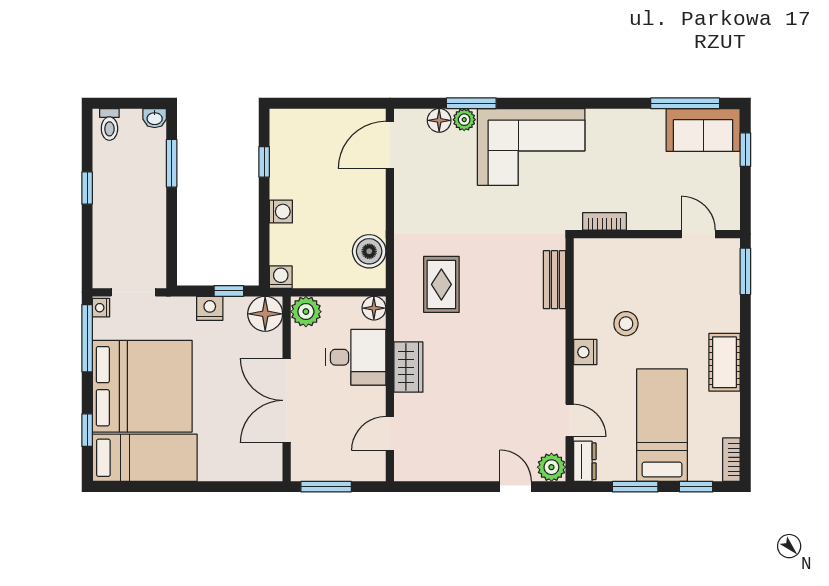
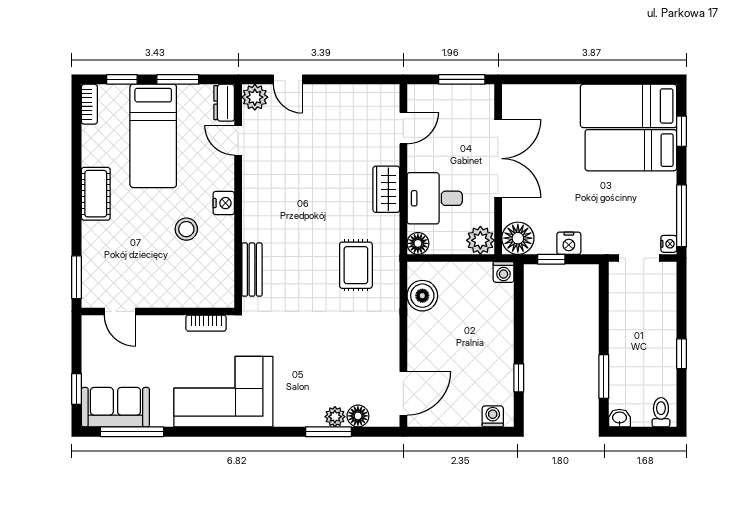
corner sofa: (531, 147) -> (223, 392), moved
washing machine: (281, 212) -> (493, 416), moved, turned 90
bed: (142, 386) -> (631, 150), width x0.49

